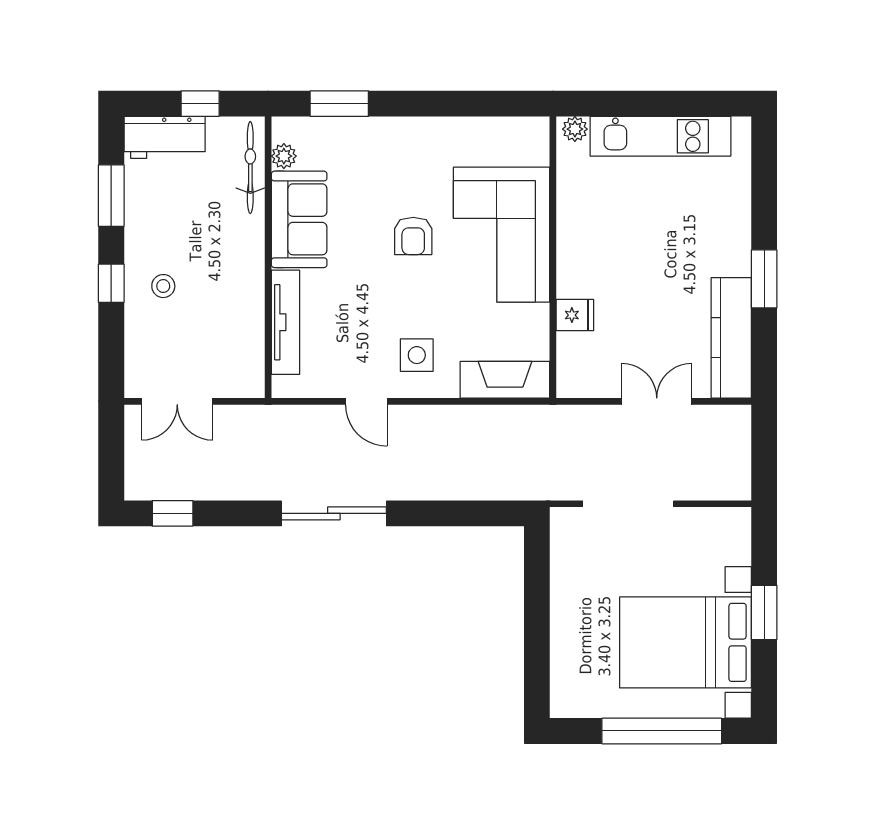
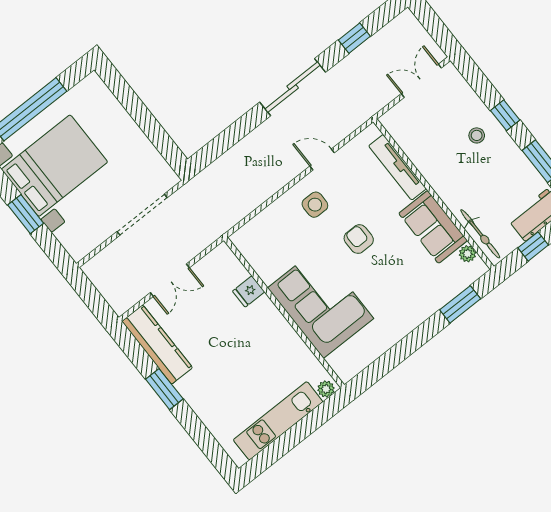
armchair: (413, 236) -> (359, 239), moved
fireplace: (505, 380) -> (258, 228), removed
window: (173, 513) -> (354, 38), moved

